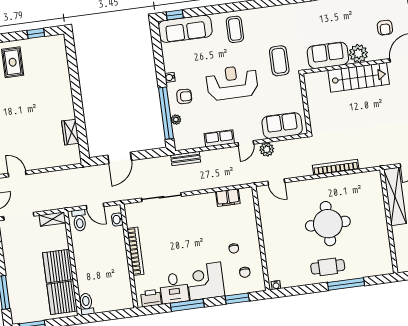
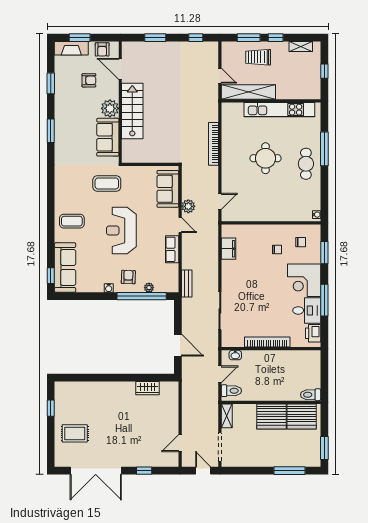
round table: (328, 224) -> (265, 158), width x0.73, depth x0.73
kitchen unit: (381, 231) -> (279, 110), added

